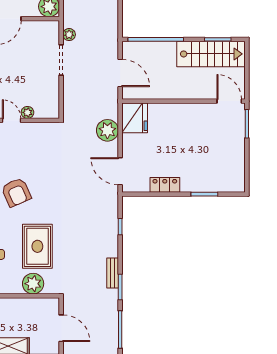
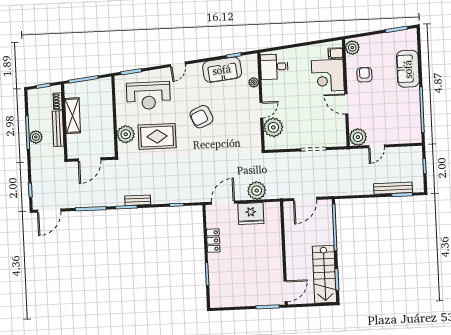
plant: (69, 35) -> (335, 155), removed
plant: (27, 112) -> (273, 127), width x1.88, depth x1.88
fridge: (135, 118) -> (251, 214), moved

